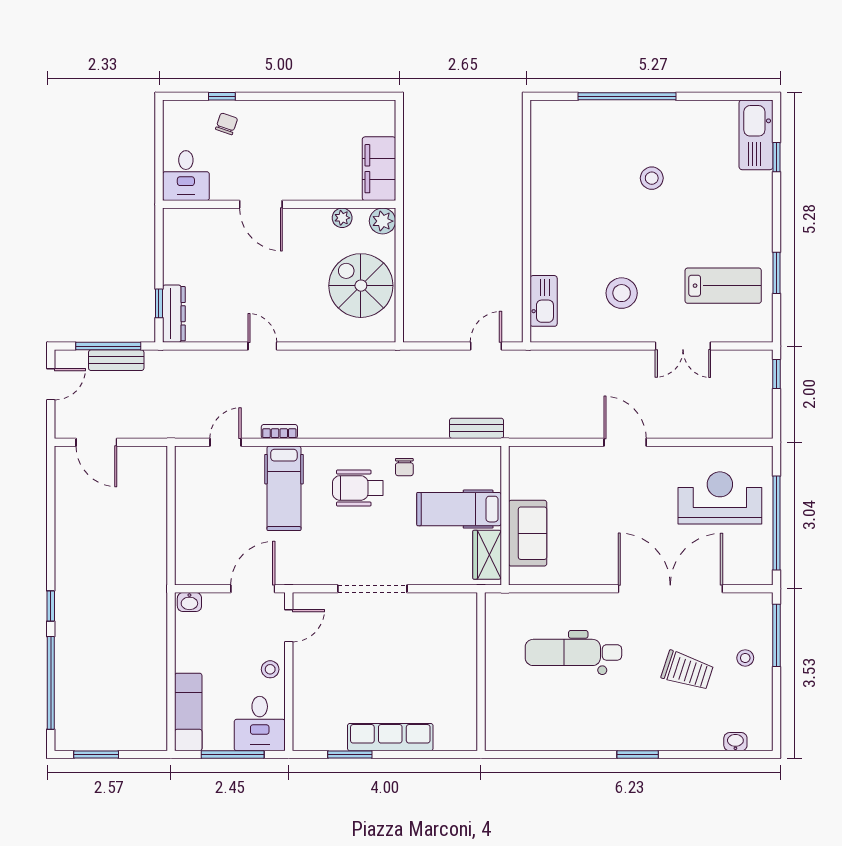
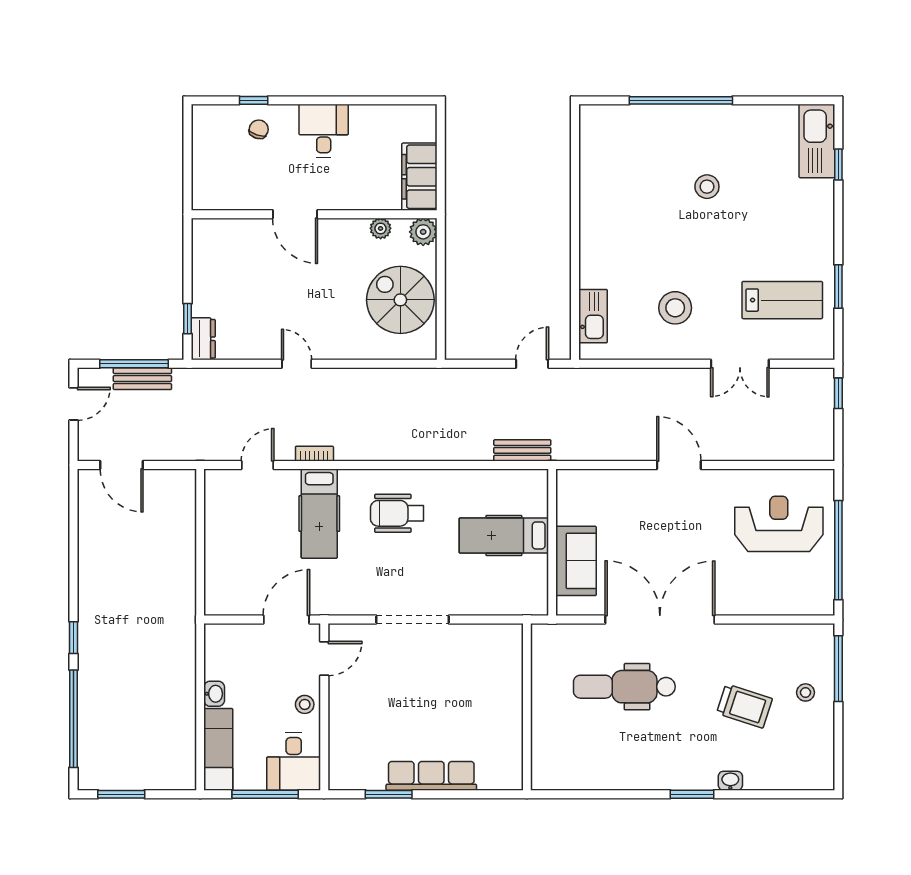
desk: (186, 176) -> (324, 131), moved, turned 180
dresser: (174, 314) -> (203, 339), width x0.70
chair: (404, 467) -> (446, 491), removed
wardrobe: (487, 555) -> (533, 584), removed
double door: (670, 589) -> (660, 620), moved
washbasin: (189, 602) -> (214, 694), moved, turned -90
washbasin: (735, 742) -> (730, 781), moved

